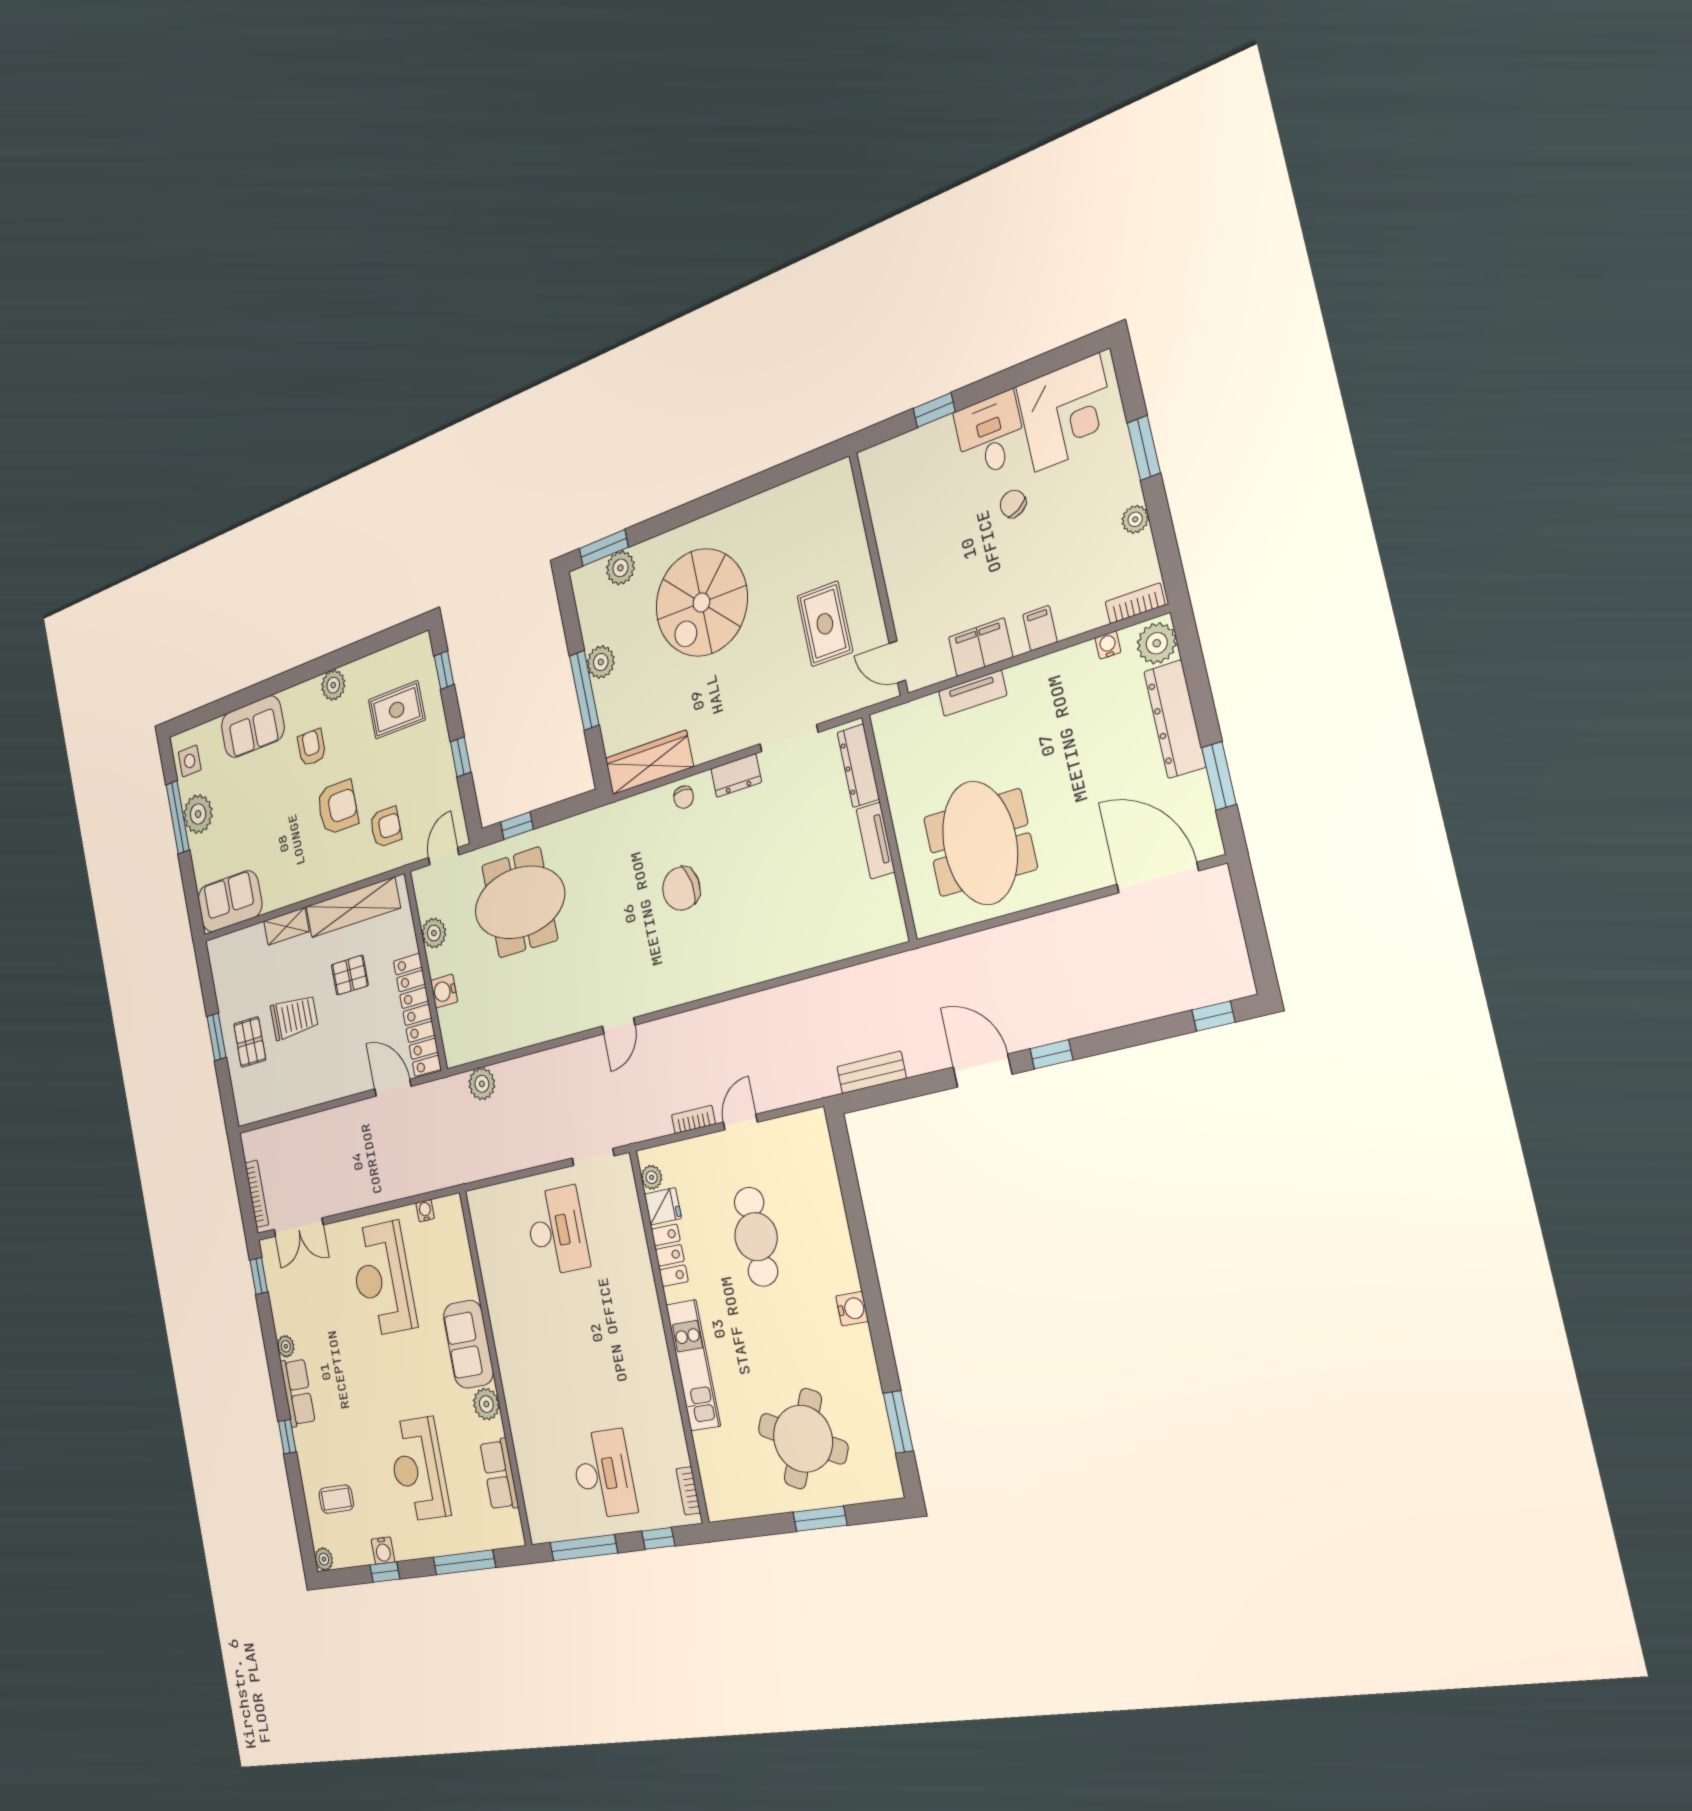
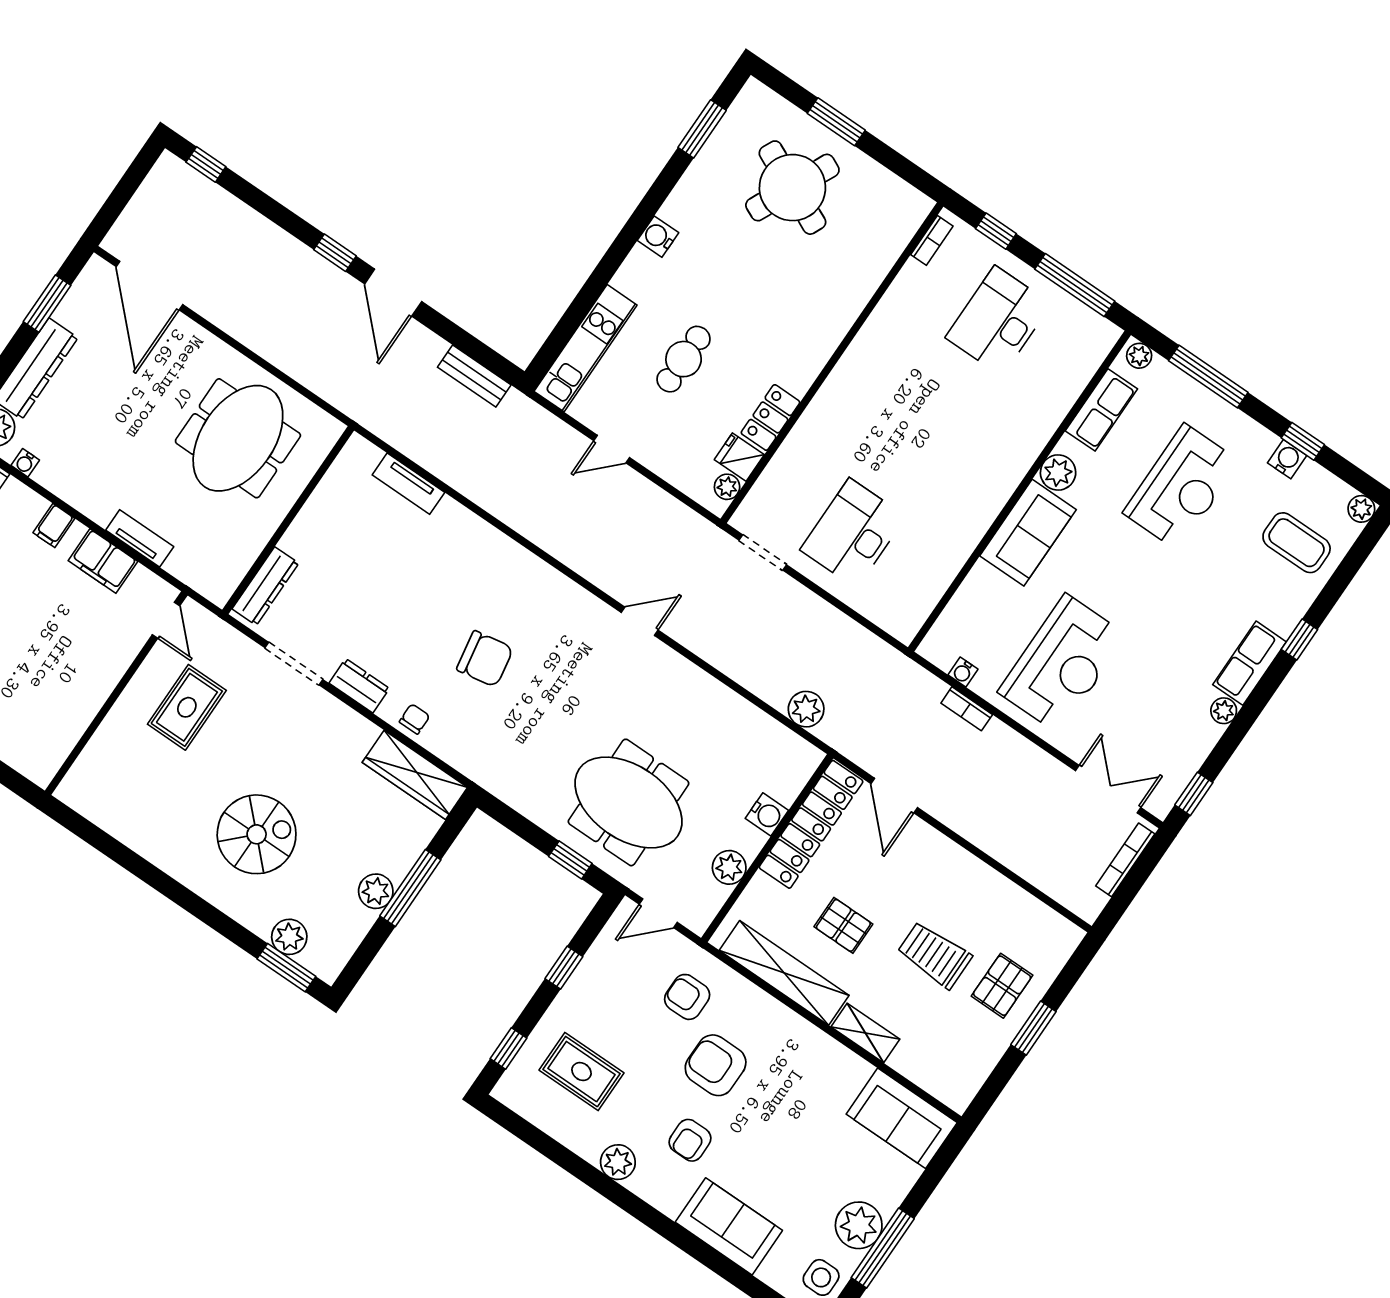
spiral stairs: (701, 603) -> (257, 834), width x0.73, depth x0.73
tv unit: (875, 841) -> (408, 484), moved, turned 90
bookcase: (693, 1119) -> (967, 709), moved
cafe table: (756, 1237) -> (684, 359), width x0.73, depth x0.74
kitchen unit: (693, 1365) -> (586, 348), moved, turned 180
coffee table: (336, 1499) -> (1297, 543), width x1.36, depth x1.30
plant: (510, 1536) -> (1139, 356), added

